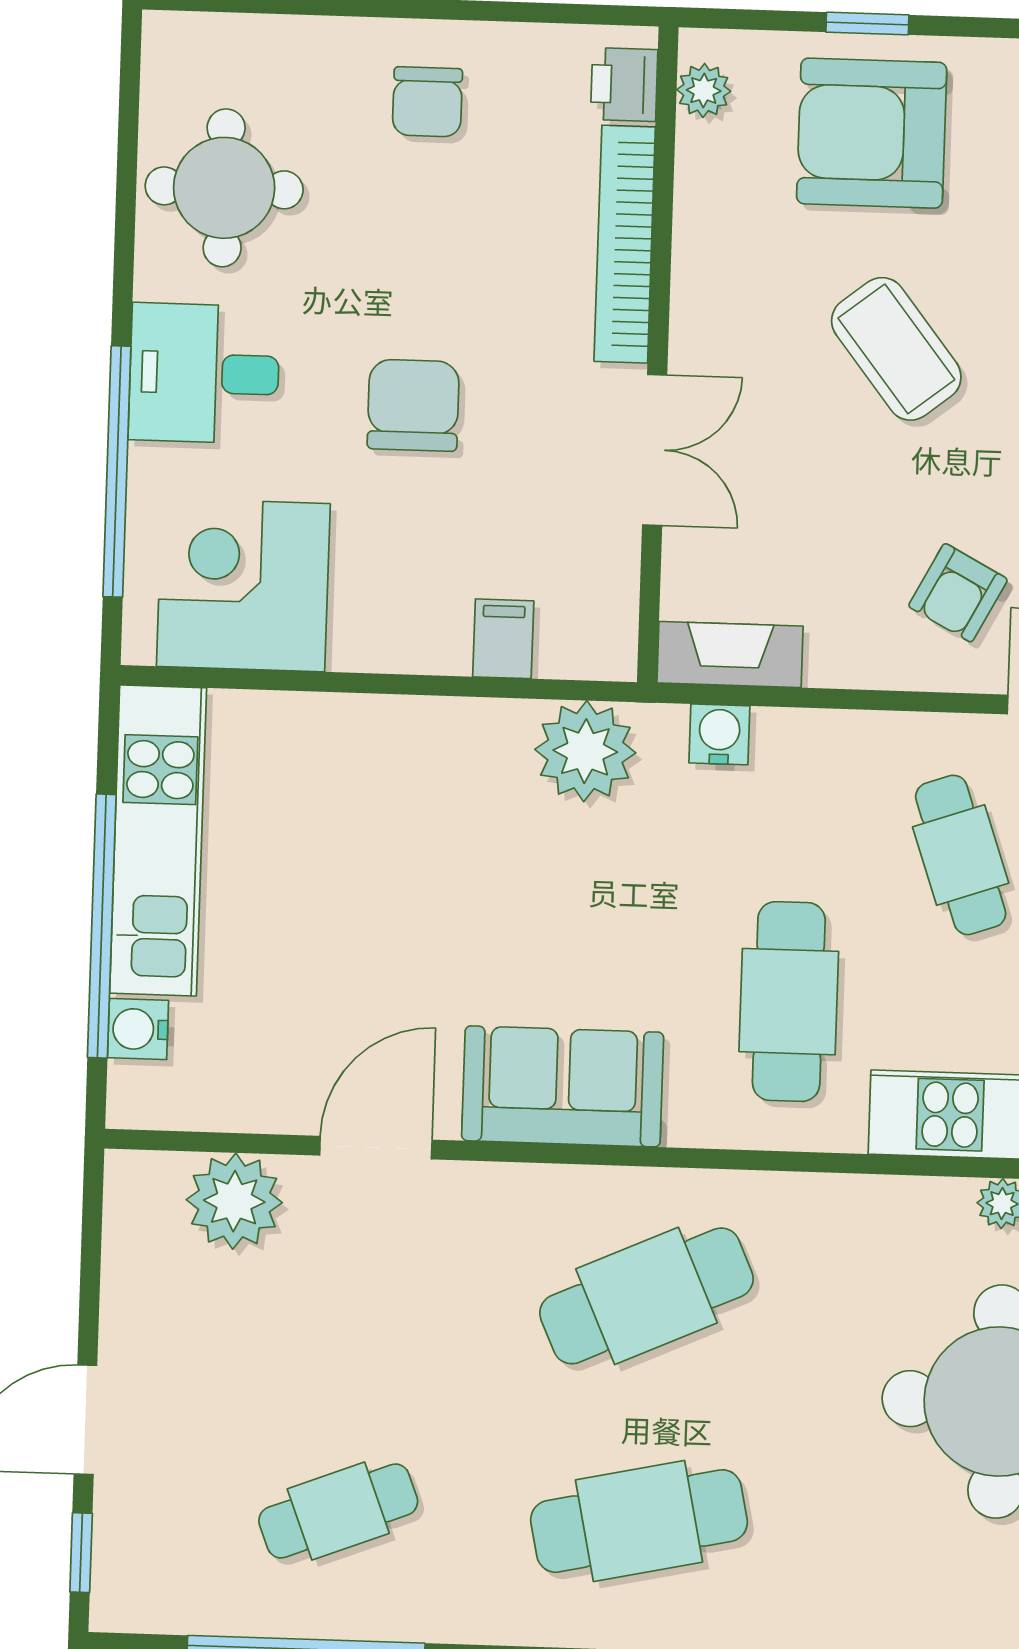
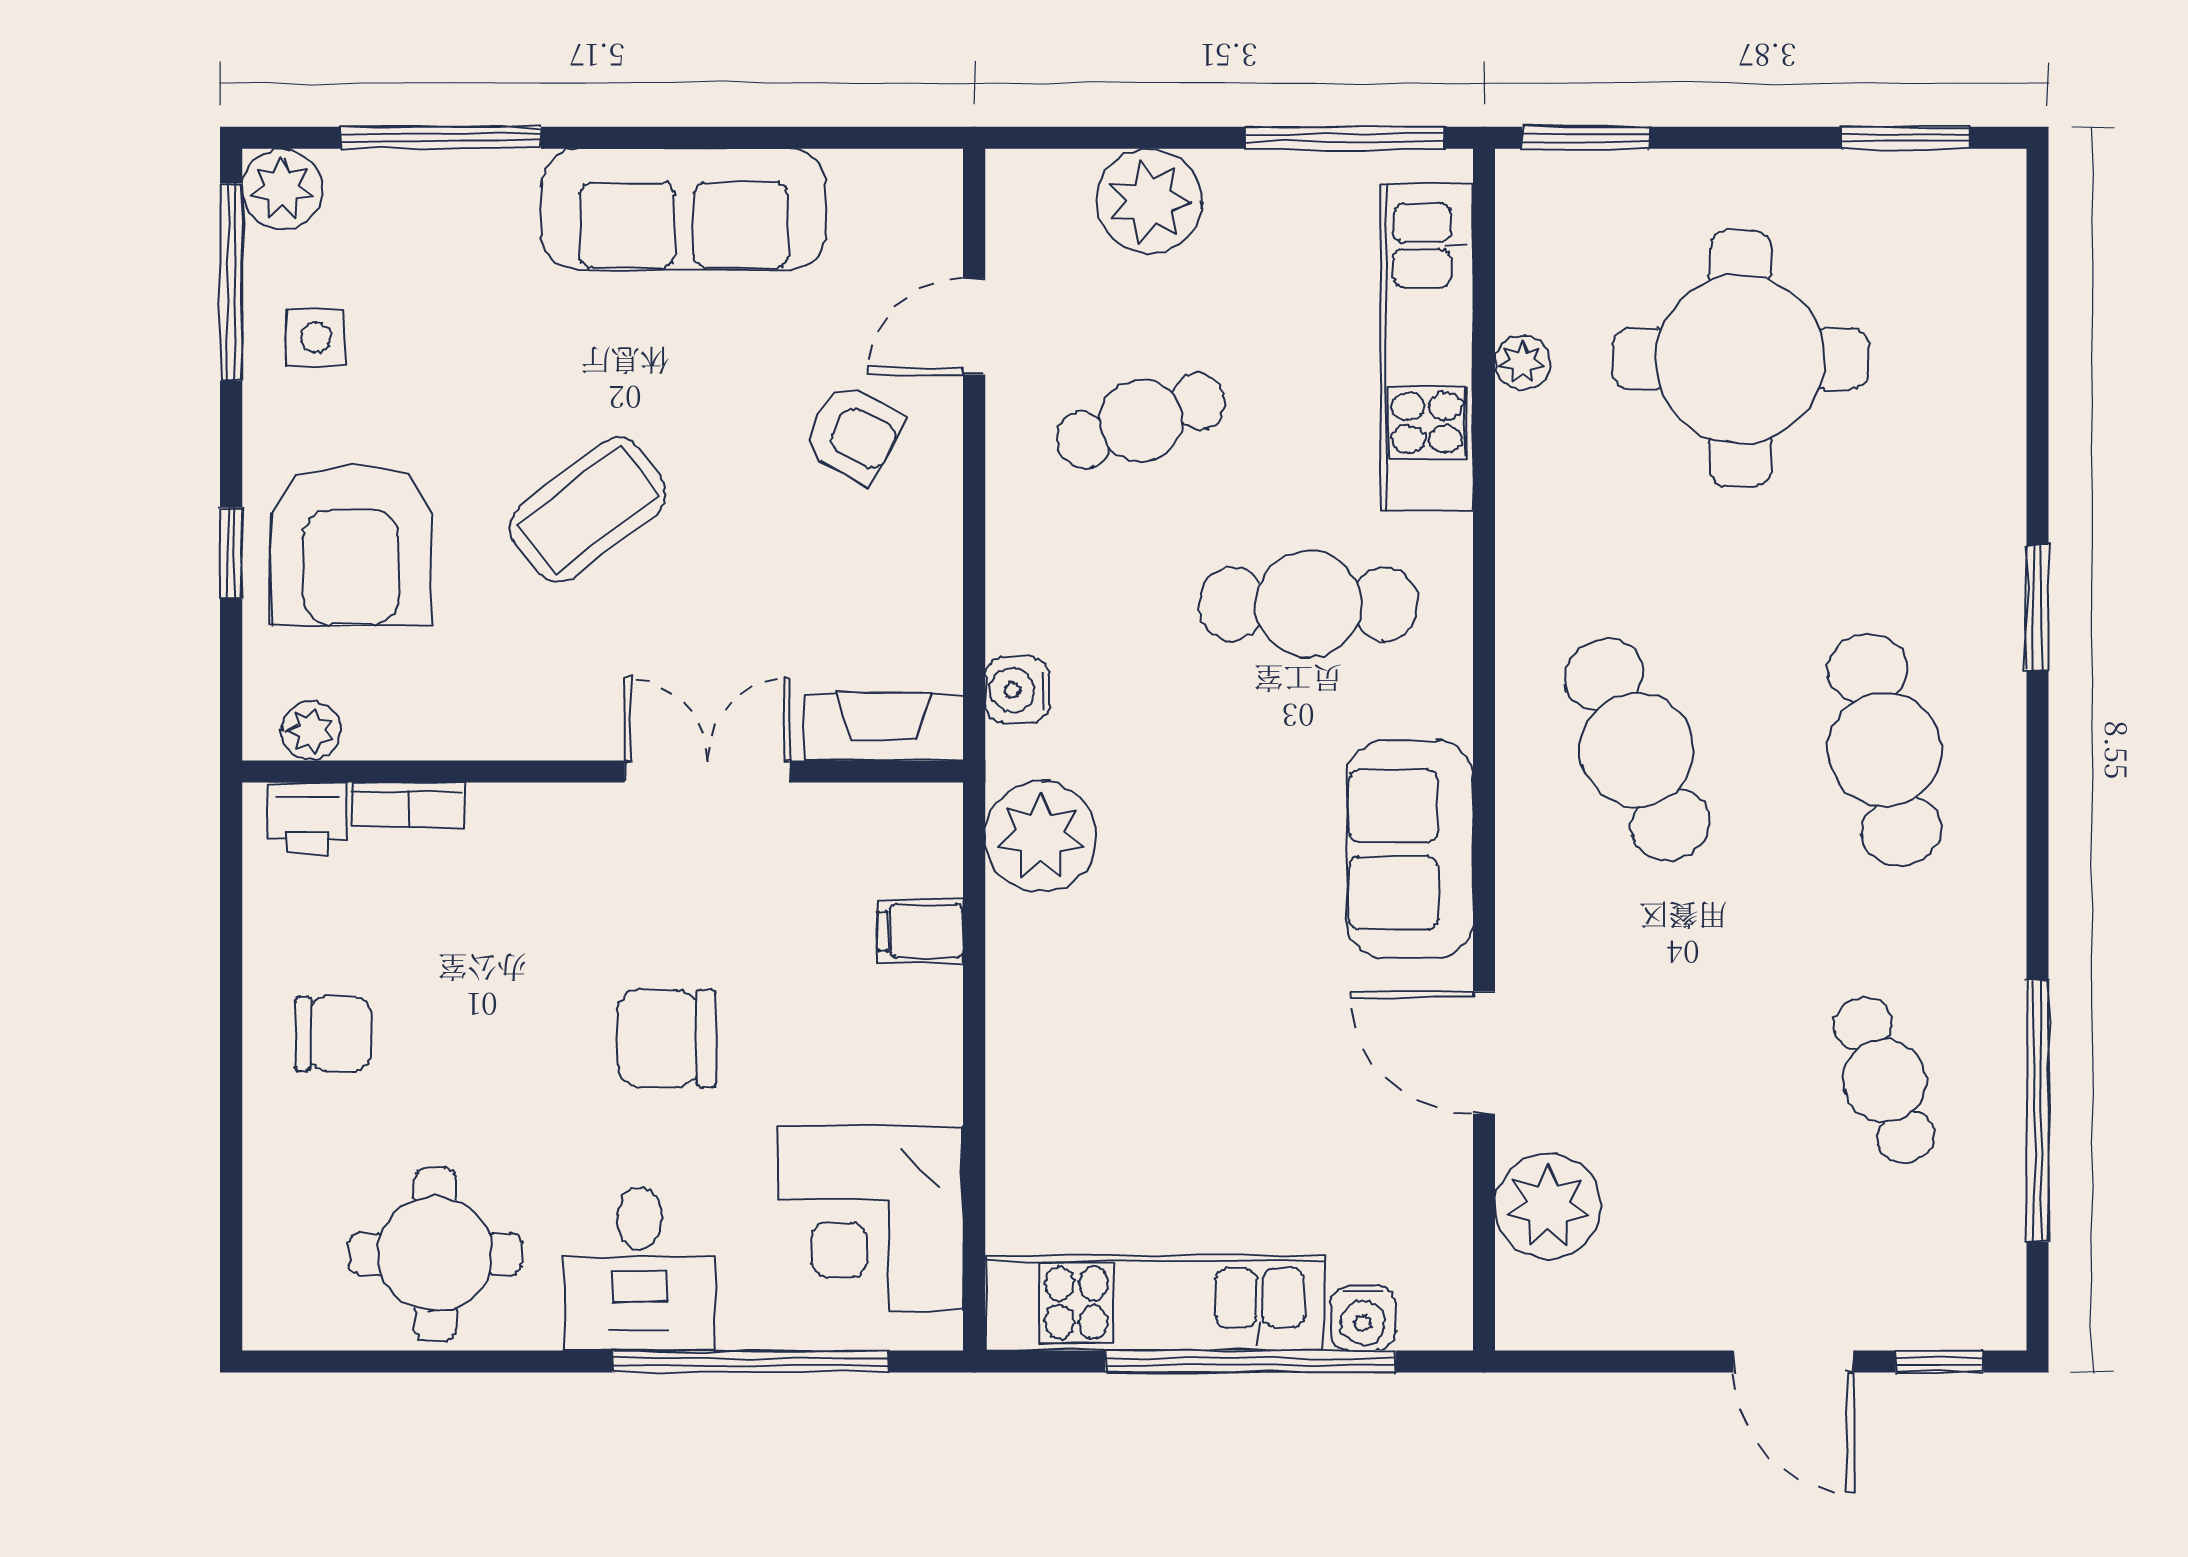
bookcase: (625, 244) -> (408, 805), width x0.43, depth x0.76
fireplace: (730, 655) -> (884, 727), moved, turned 90

